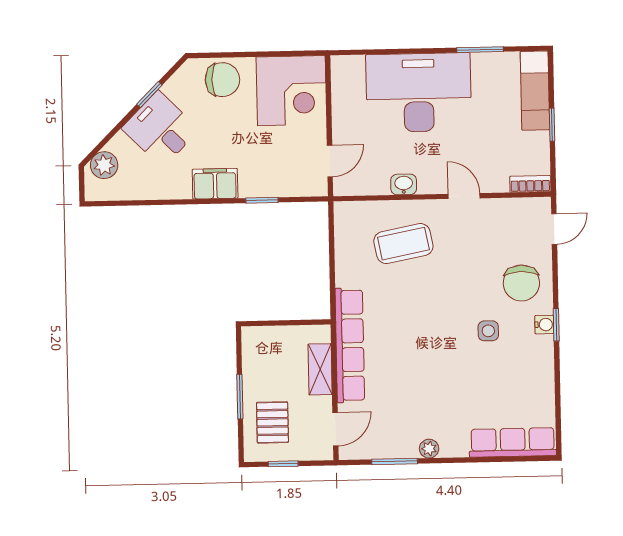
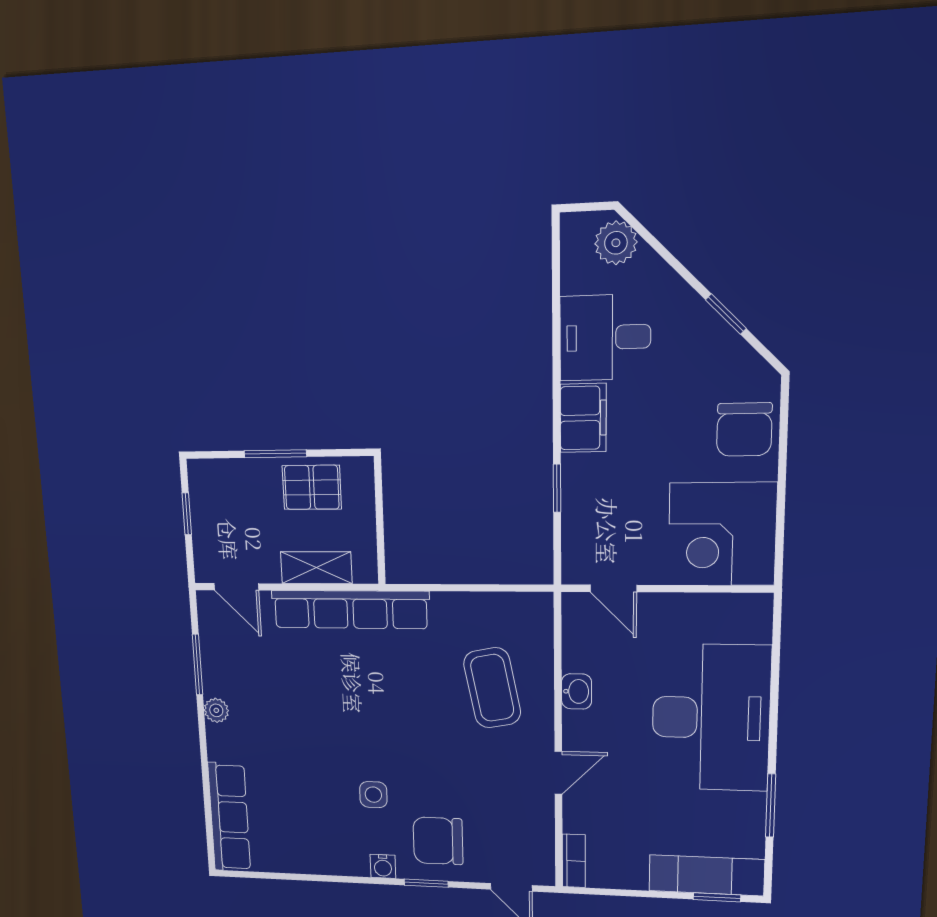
window: (552, 125) -> (717, 897), moved
desk: (160, 129) -> (605, 337), moved, turned -135
window: (556, 325) -> (426, 883), moved
pallet: (272, 422) -> (312, 487), moved

